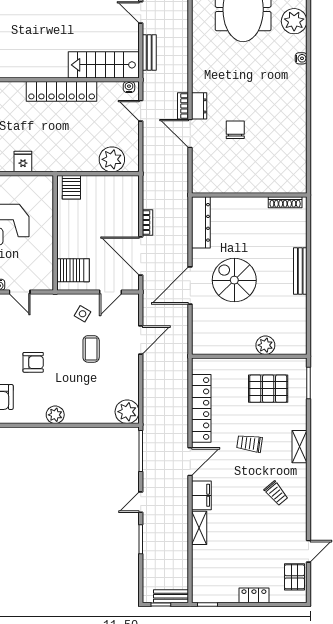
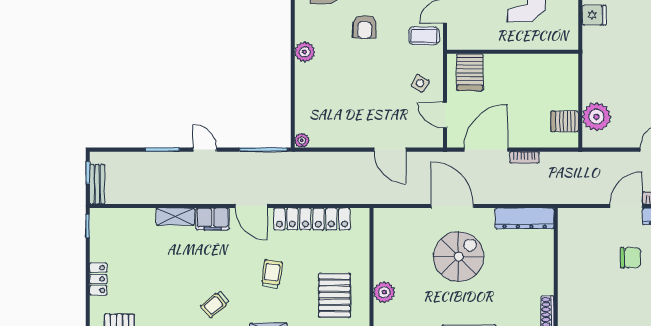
server rack: (71, 187) -> (565, 121), moved
coffee table: (91, 349) -> (424, 36), moved
plant: (127, 412) -> (302, 140), width x0.53, depth x0.53

